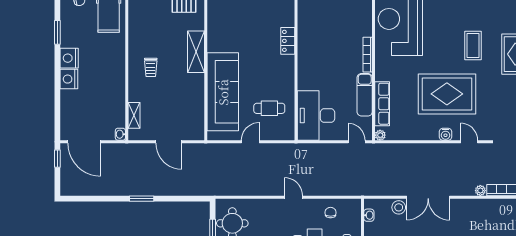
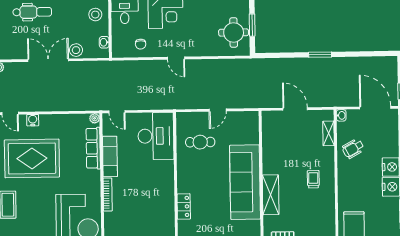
sofa: (223, 92) -> (245, 182), moved
wheelchair: (108, 99) -> (353, 149), added

